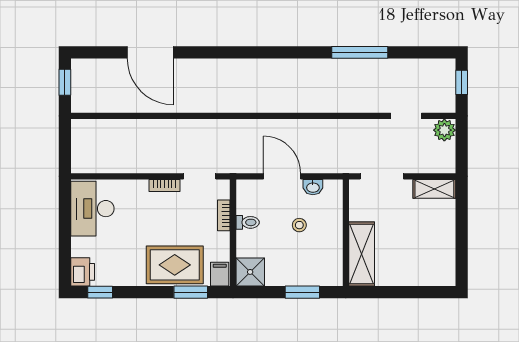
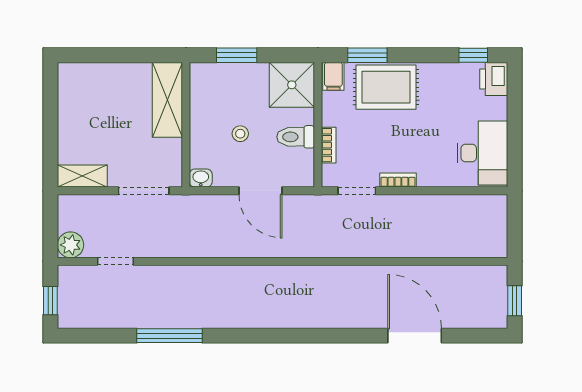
washbasin: (313, 187) -> (201, 178), moved
toilet: (248, 222) -> (296, 137), width x1.37, depth x1.39
shower: (250, 272) -> (292, 85), width x1.36, depth x1.36

